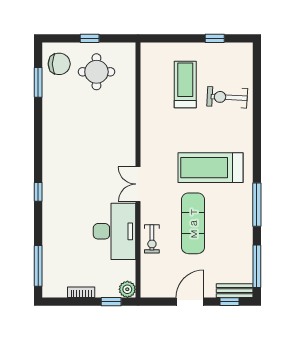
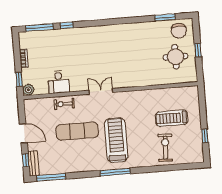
treadmill: (185, 84) -> (172, 118), turned 180
window: (38, 192) -> (67, 25), moved
window: (257, 205) -> (115, 172), moved
desk: (115, 231) -> (59, 82), width x0.53, depth x0.77

